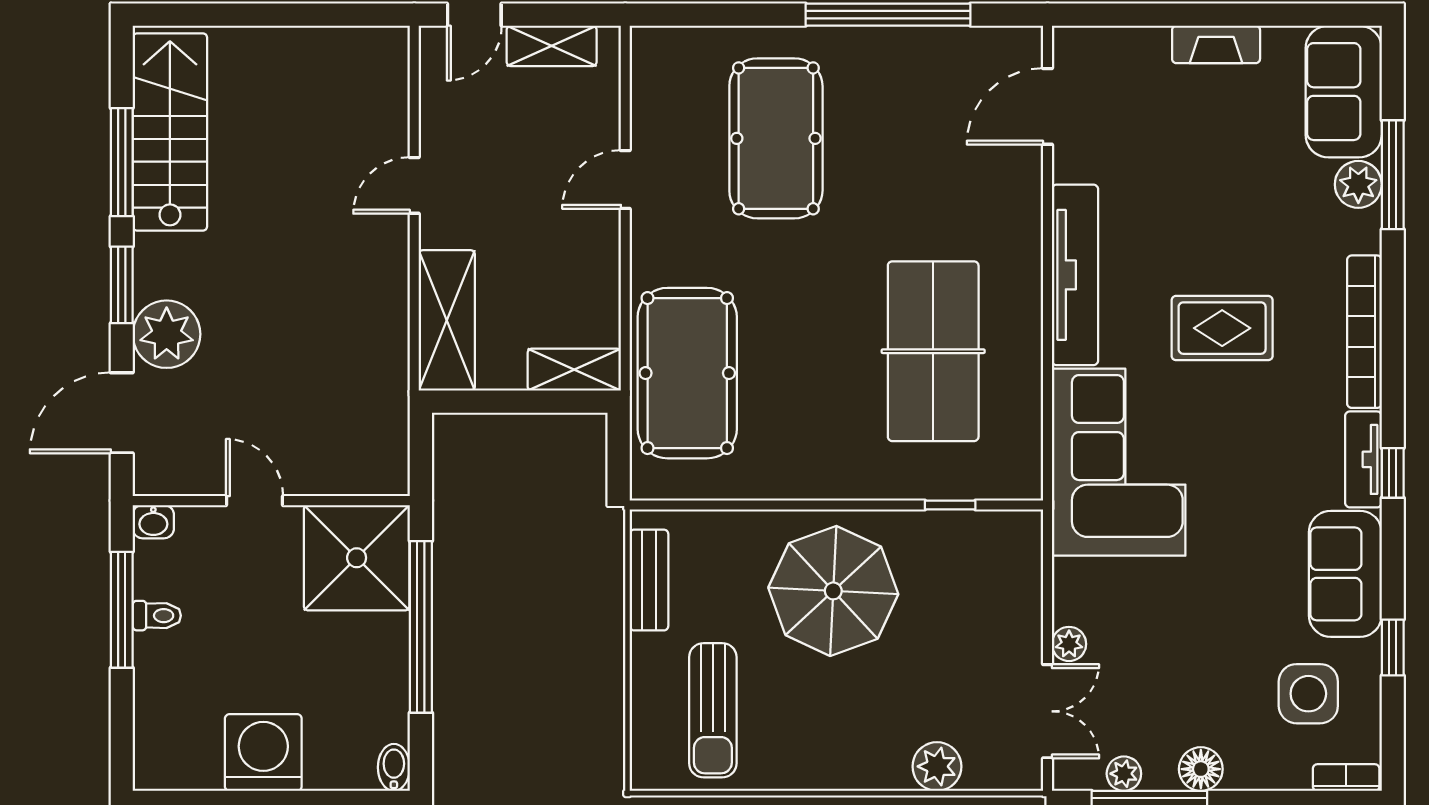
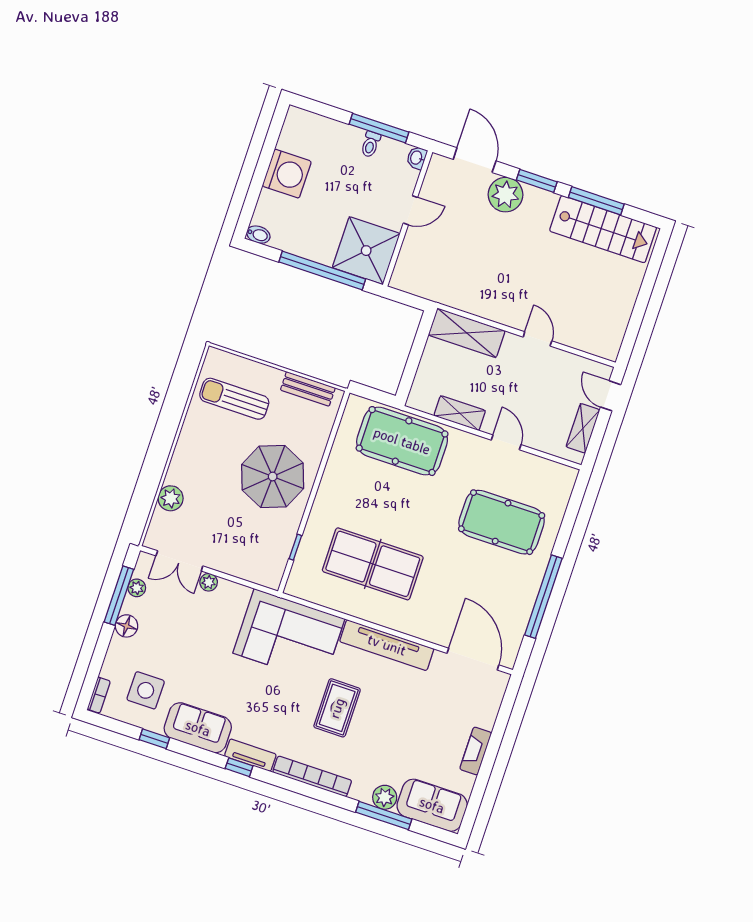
door: (1048, 106) -> (473, 659), width x1.36
shelving: (574, 370) -> (460, 413), moved, turned 90

